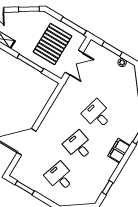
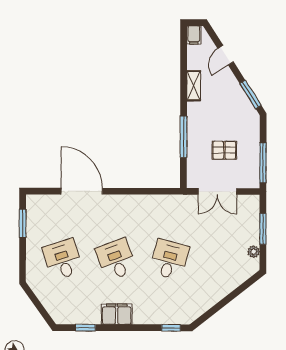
pallet: (52, 44) -> (224, 150), width x0.49, depth x0.50
desk: (78, 146) -> (116, 259), turned -39
filing cabinet: (119, 151) -> (117, 314), moved
desk: (60, 177) -> (63, 259), turned -36

